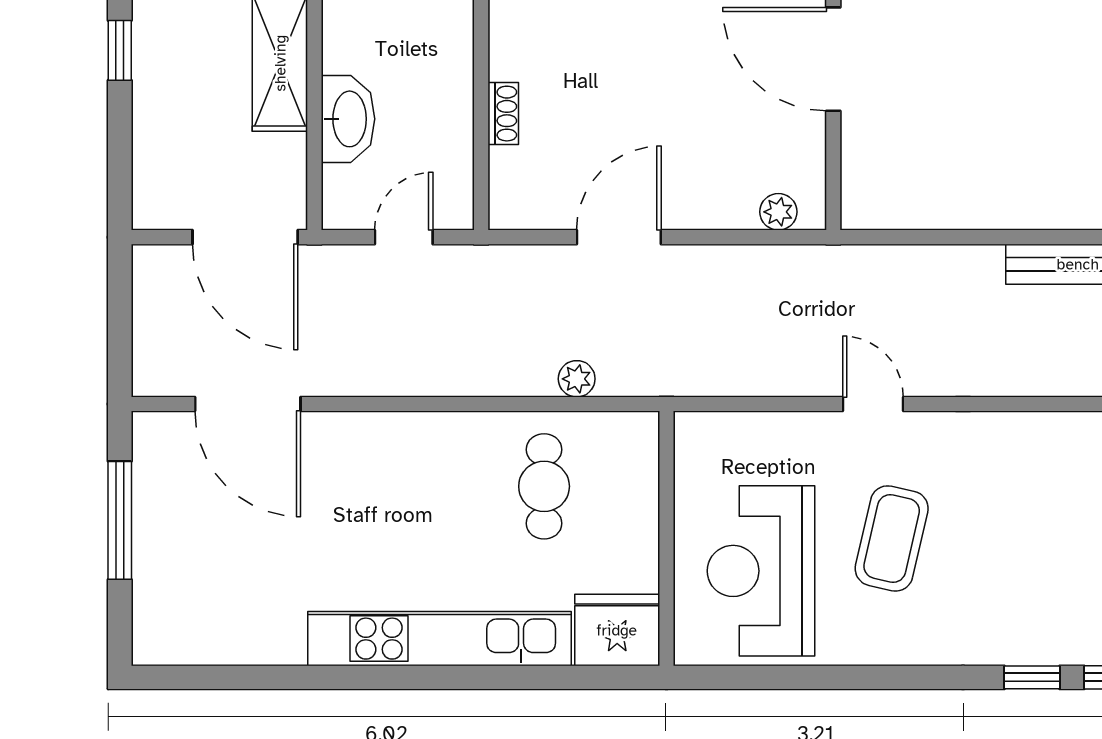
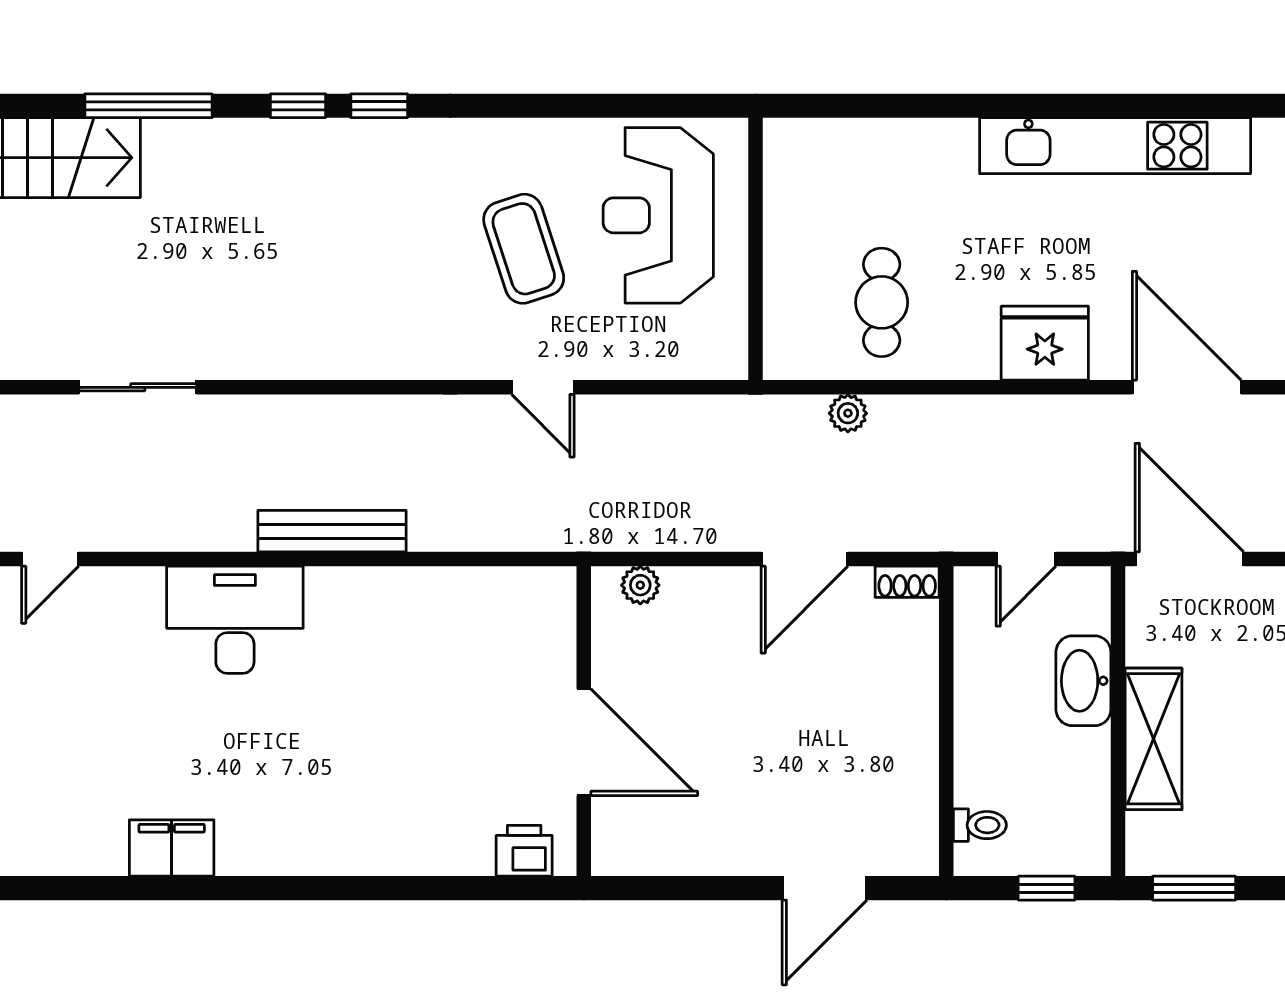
shoe rack: (503, 114) -> (907, 582), moved, turned -90
coffee table: (892, 538) -> (524, 249), turned -31
reception desk: (761, 571) -> (658, 215), turned 180
fridge: (617, 630) -> (1045, 343), moved, turned 180
kitchen unit: (440, 639) -> (1115, 146), moved

